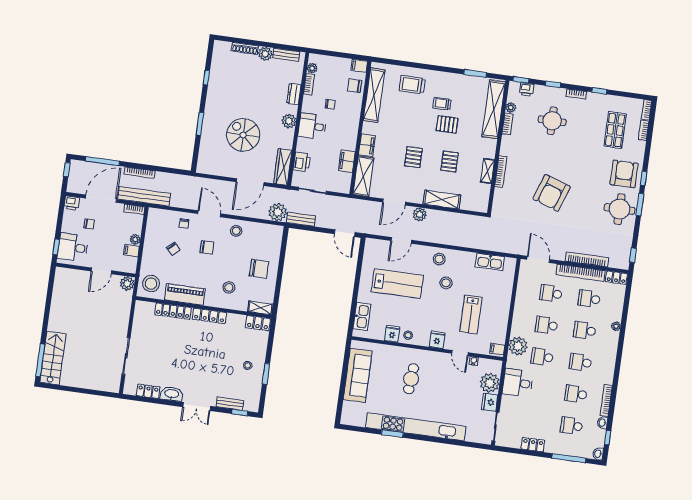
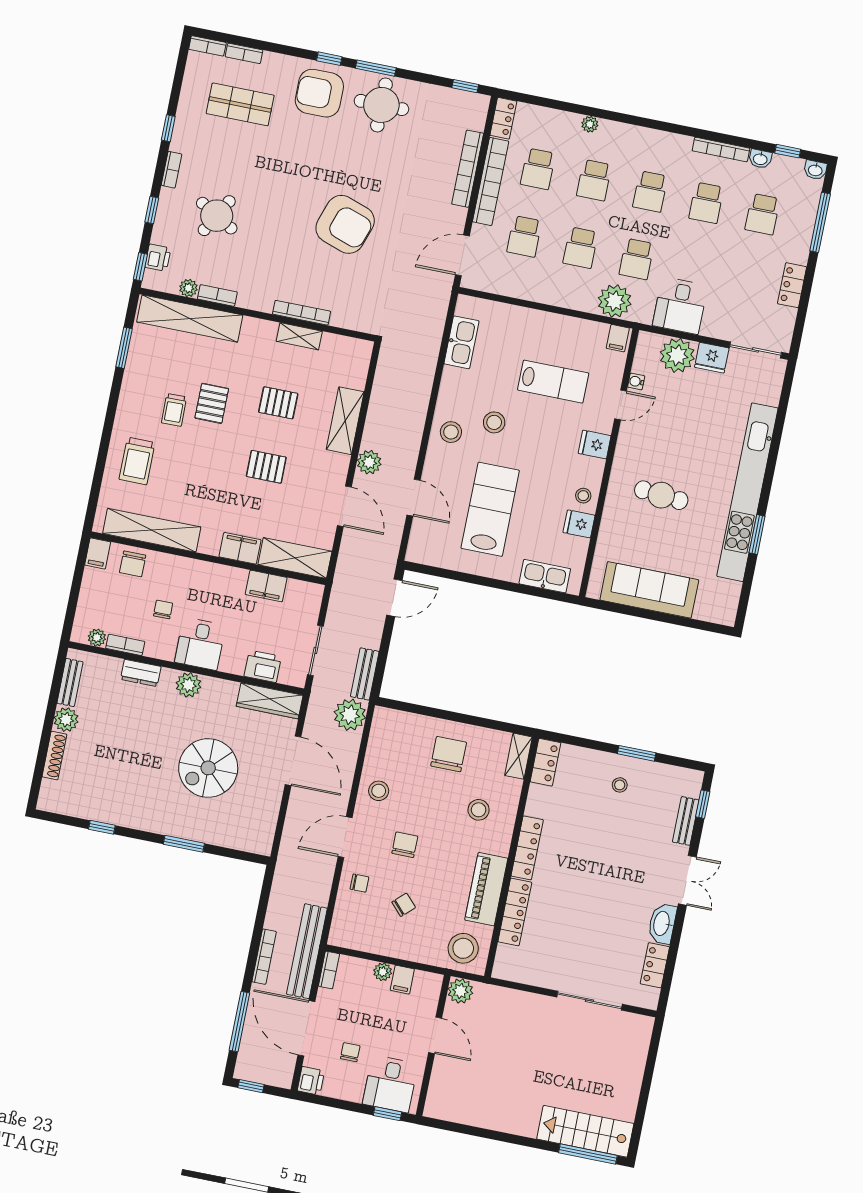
round table: (552, 121) -> (217, 216), turned 30

